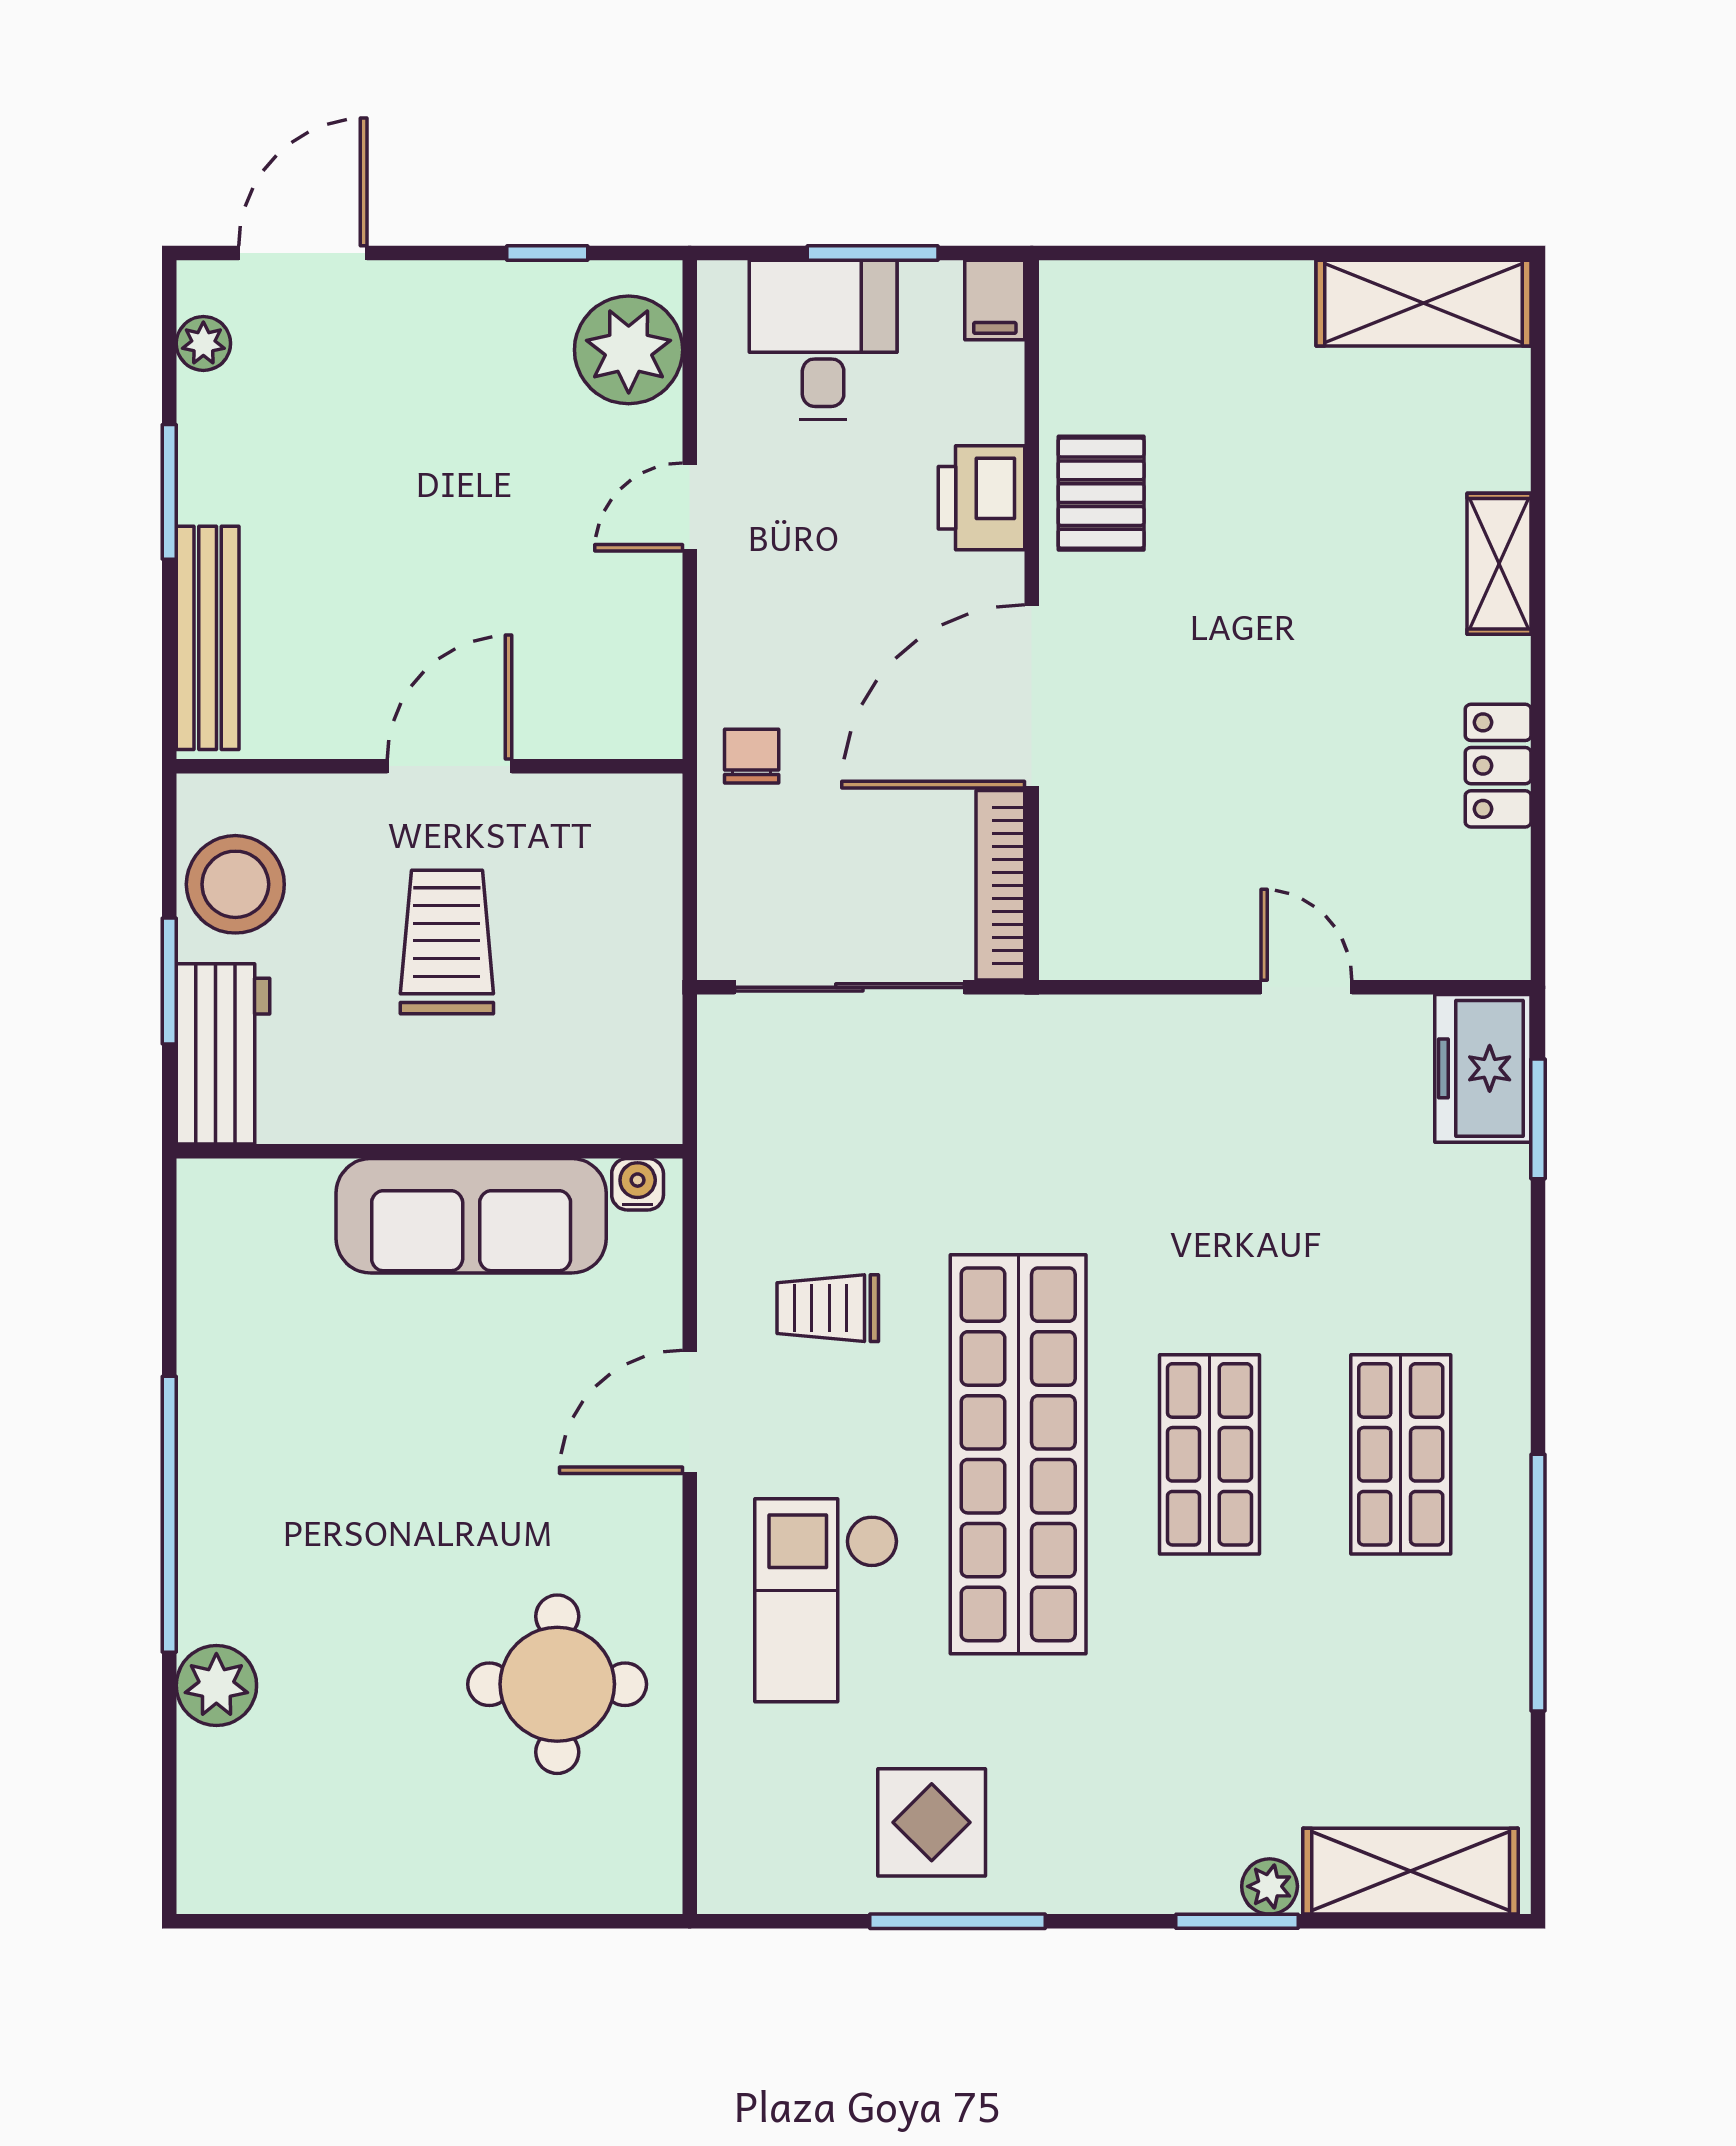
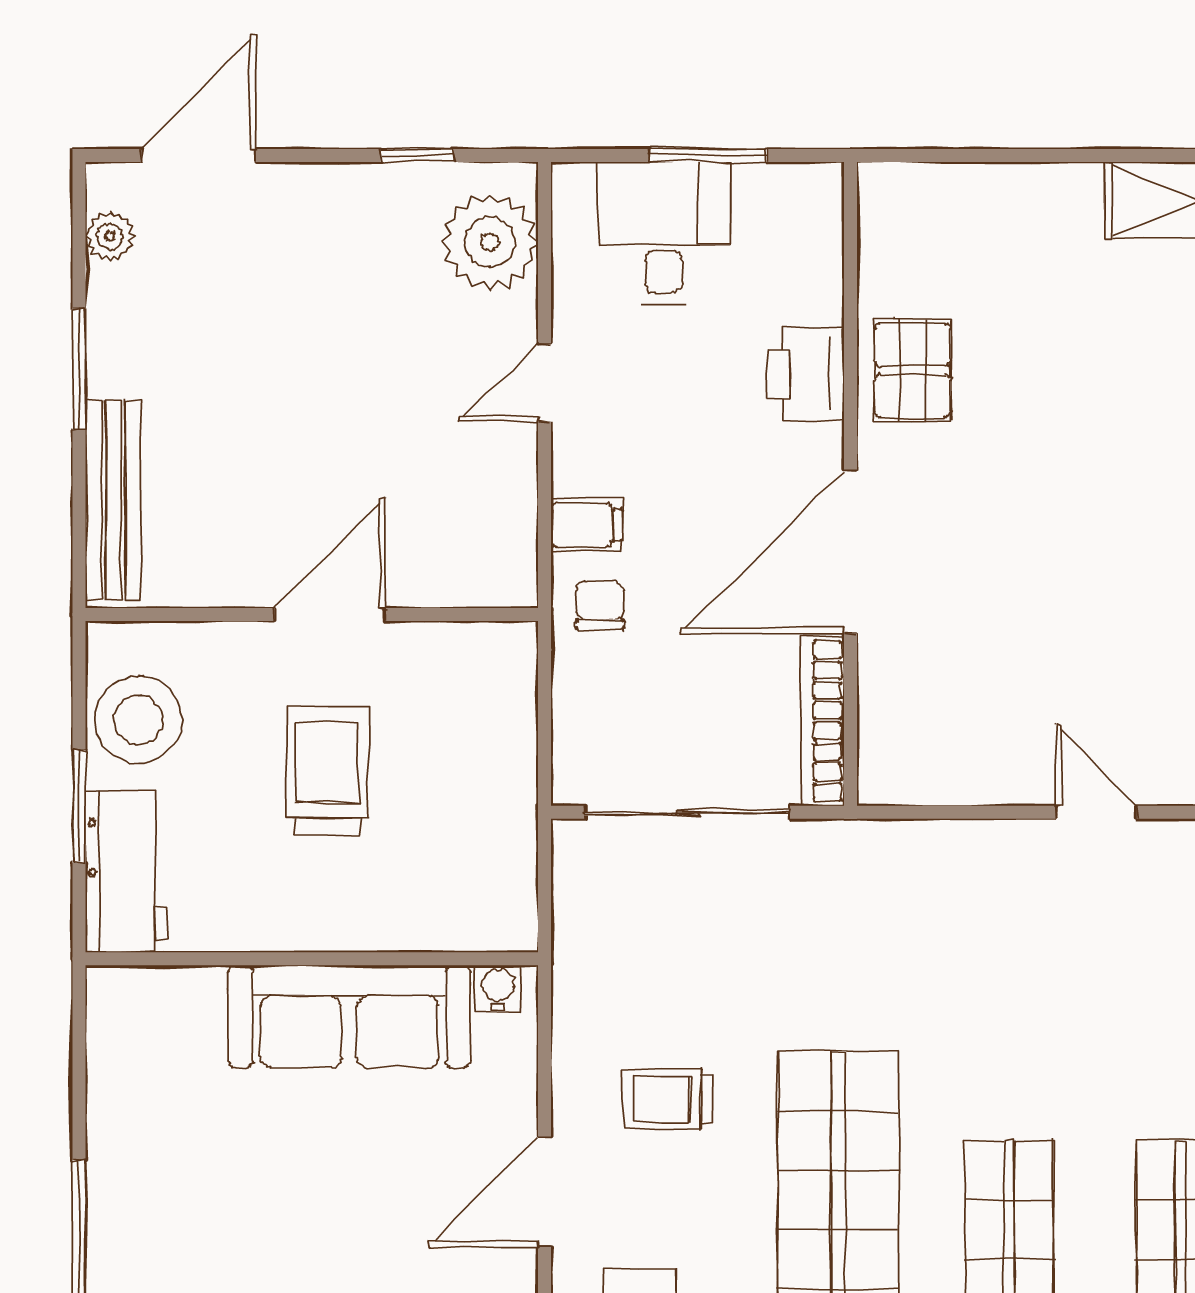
filing cabinet: (995, 300) -> (586, 525), moved, turned -90

